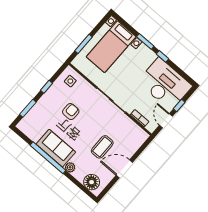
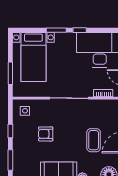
armchair: (71, 112) -> (46, 134), turned -90

